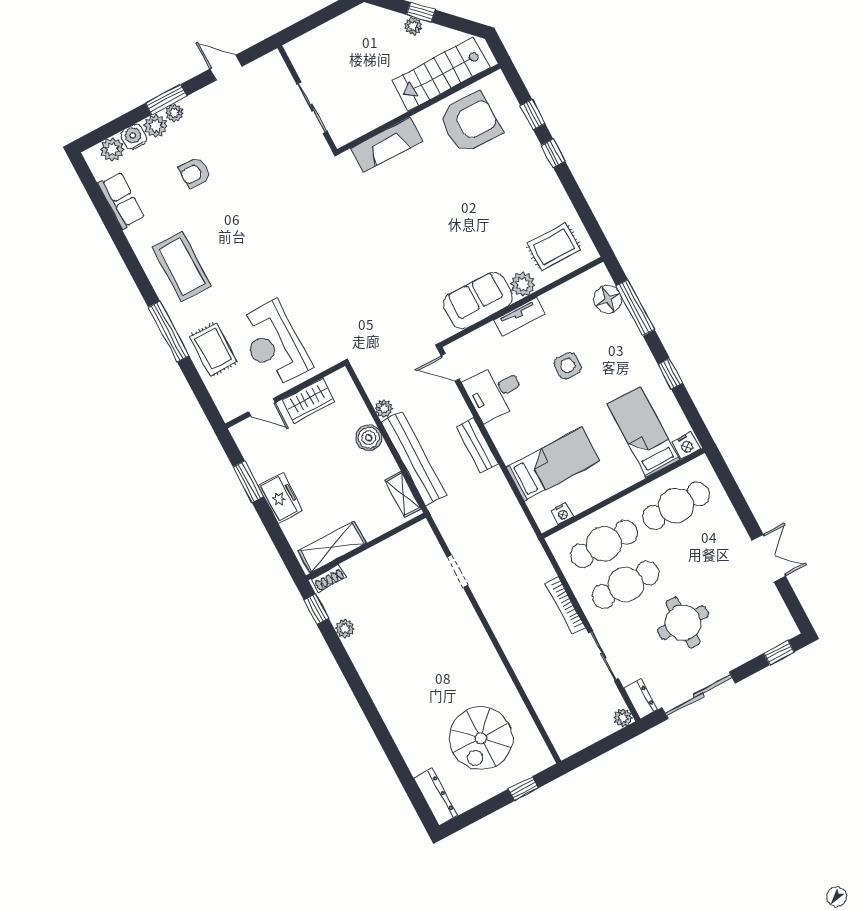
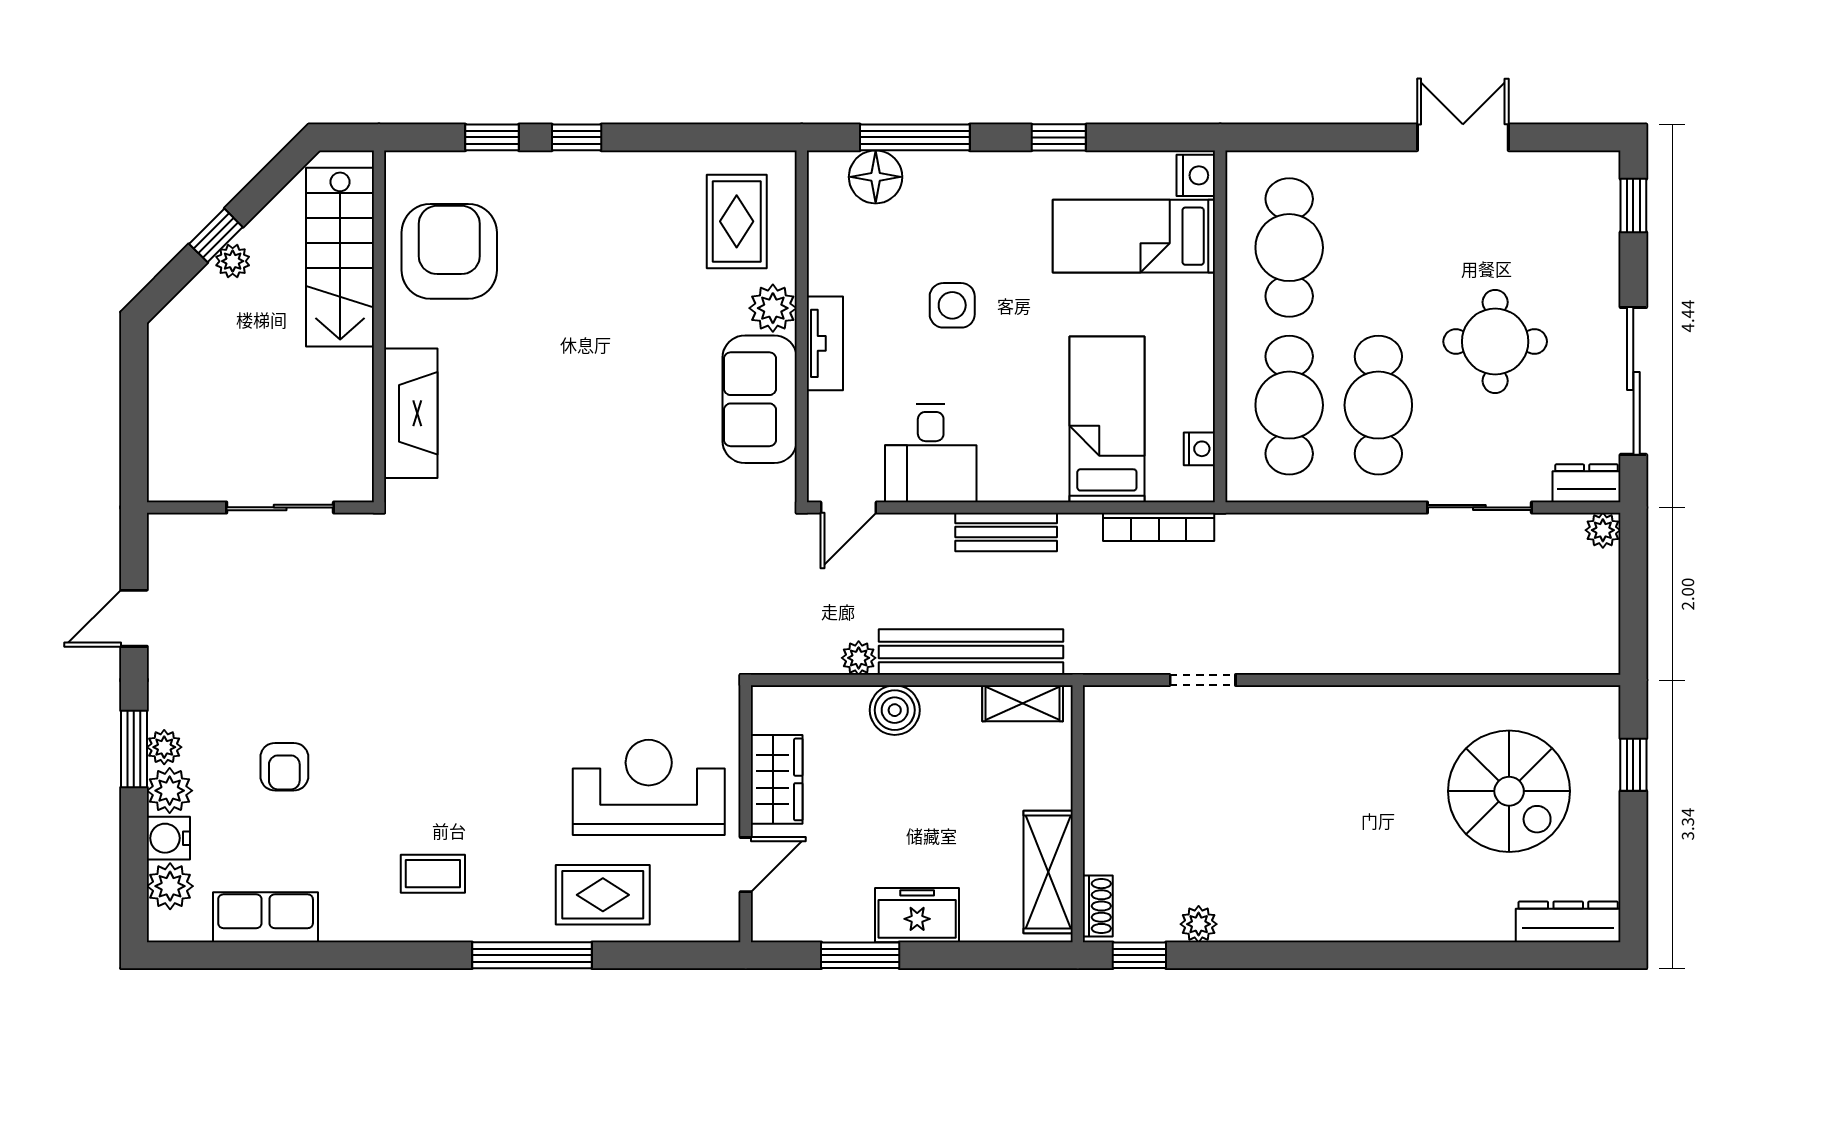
coffee table: (182, 266) -> (433, 874), width x0.54, depth x0.58
reception desk: (274, 344) -> (649, 787), turned 180
bookcase: (565, 605) -> (1159, 527), moved

